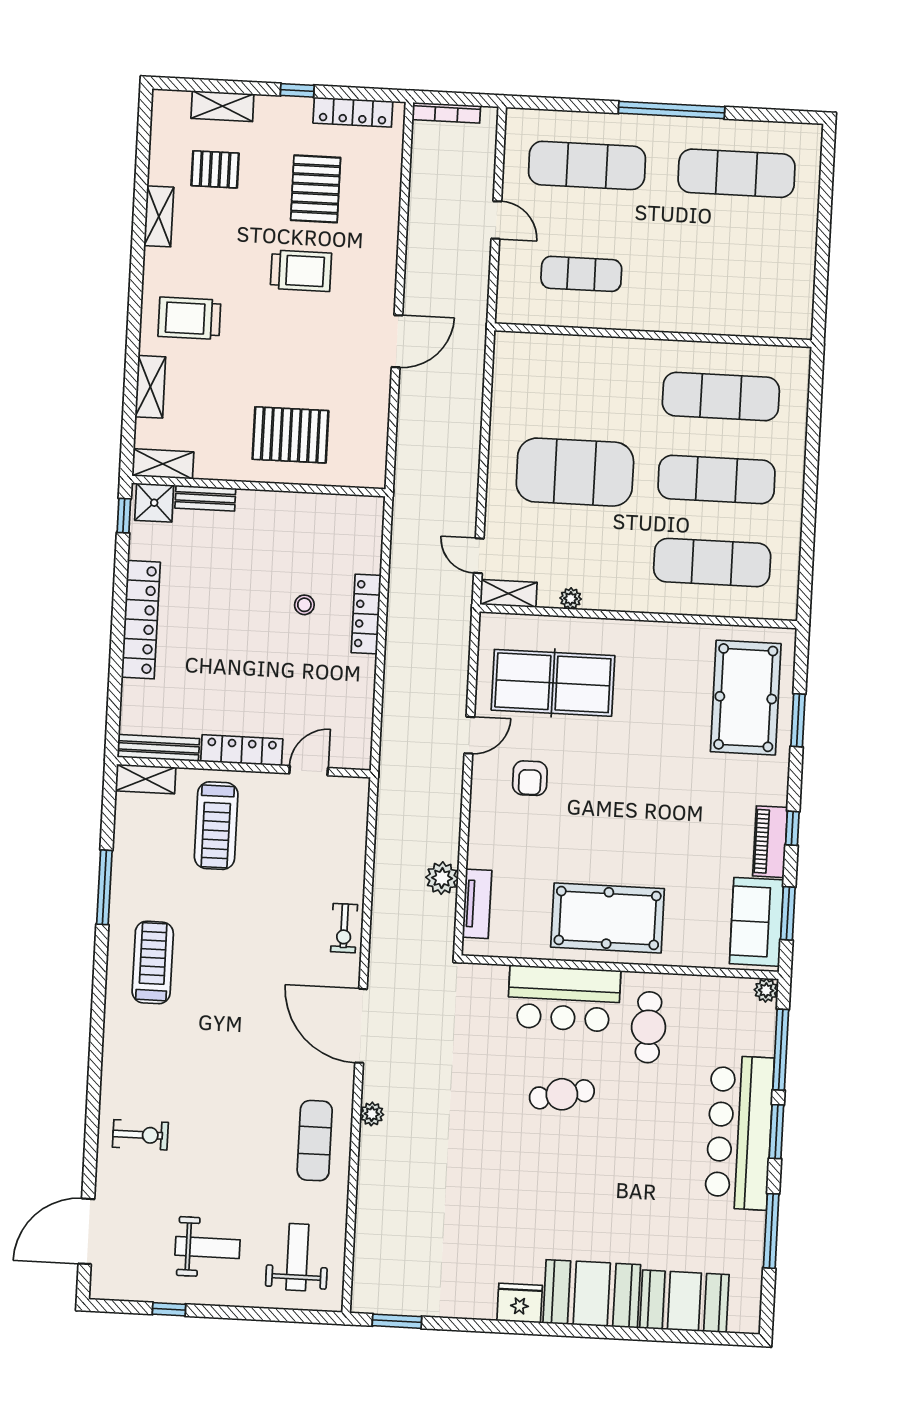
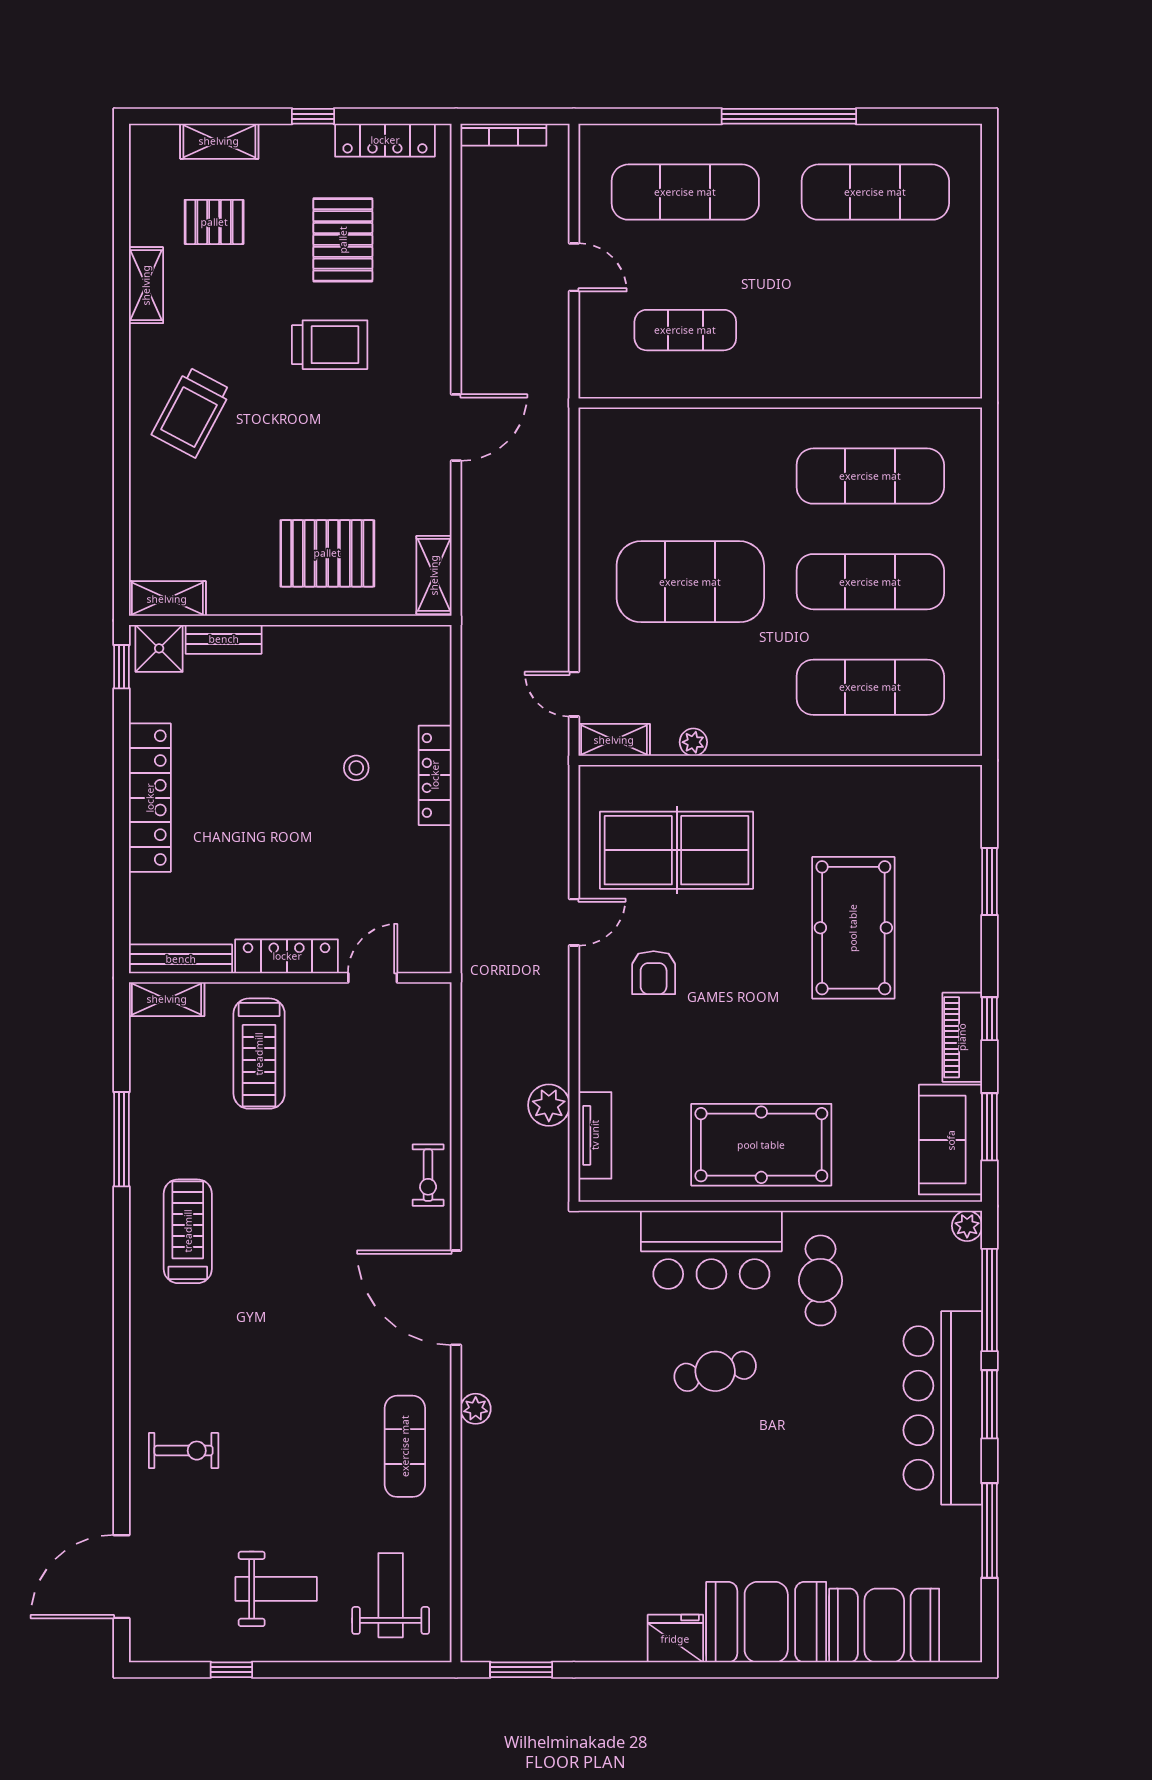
trolley: (189, 318) -> (191, 412), turned -62
shelving: (150, 387) -> (434, 575), moved
pool table: (746, 698) -> (853, 928), moved

